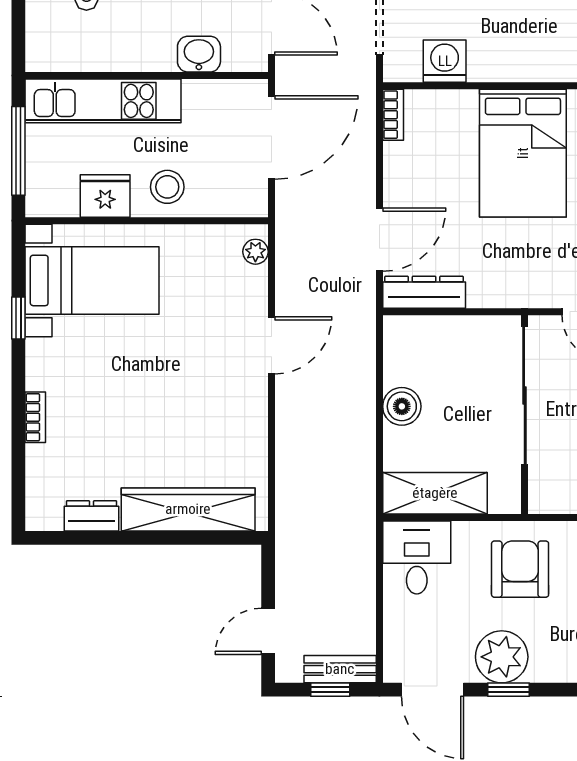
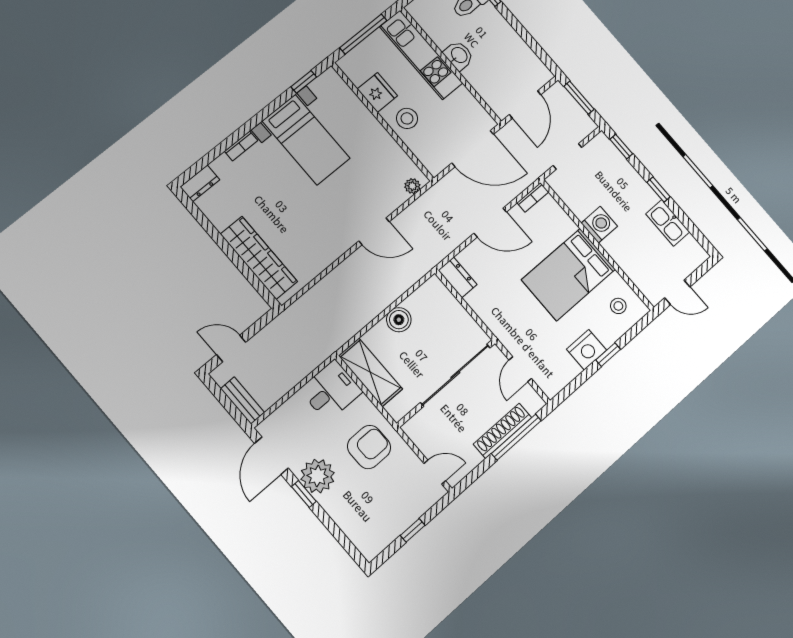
washbasin: (199, 54) -> (459, 55), moved
washing machine: (445, 61) -> (599, 225), moved
door: (379, 240) -> (490, 223), moved
bed with nightstands: (92, 280) -> (306, 140), moved
dresser: (424, 292) -> (458, 277), width x0.70
window: (18, 318) -> (304, 82), moved
dresser: (91, 516) -> (200, 183), moved, turned 90
window: (330, 690) -> (228, 404), removed

